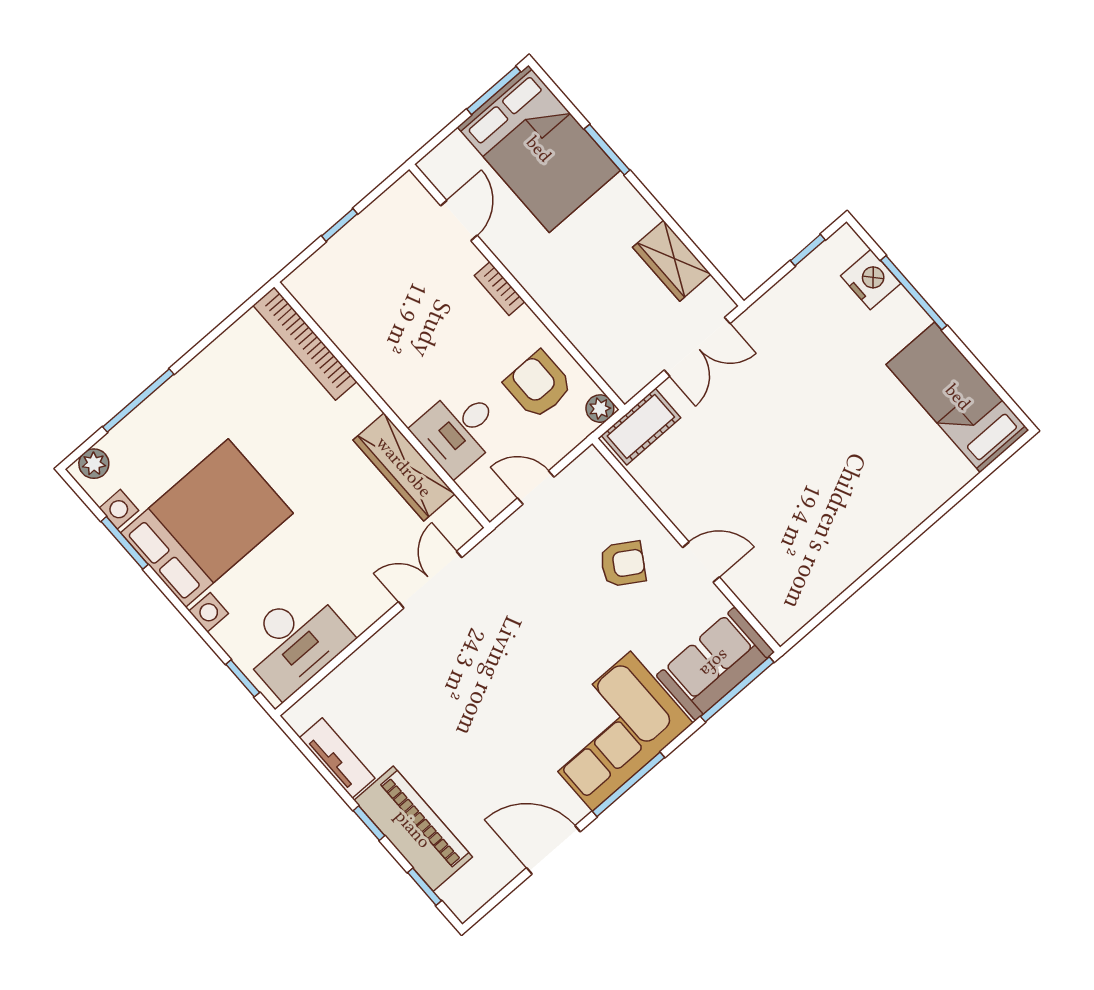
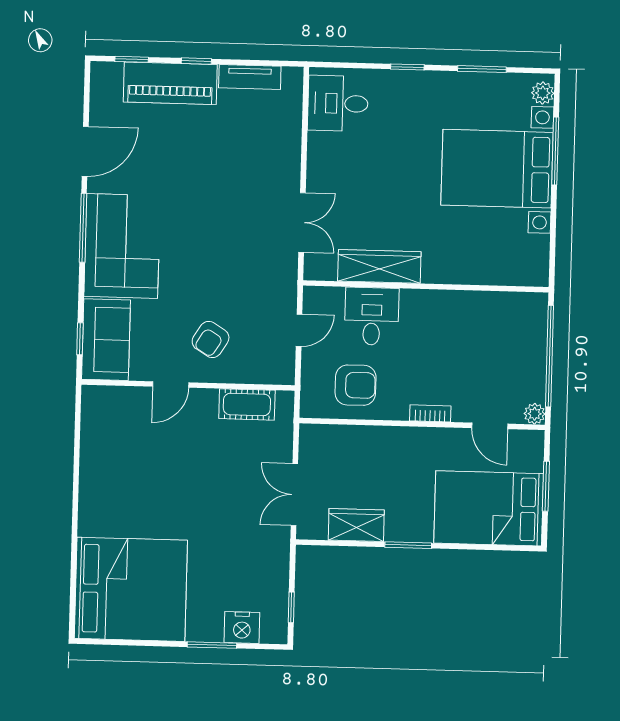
window: (494, 90) -> (546, 486), moved
window: (607, 150) -> (408, 545), moved
window: (340, 225) -> (550, 356), width x3.17
window: (914, 293) -> (212, 645), width x0.69
bookcase: (305, 343) -> (501, 275), removed
bed: (958, 397) -> (131, 589), width x2.04
plant: (600, 409) -> (535, 414), moved
cot: (641, 427) -> (247, 404), moved, turned 90
bed with nightstands: (207, 523) -> (497, 169), moved, turned 90
desk: (295, 642) -> (338, 103), width x0.73
window: (243, 678) -> (407, 67), moved
window: (737, 689) -> (80, 339), width x0.46

